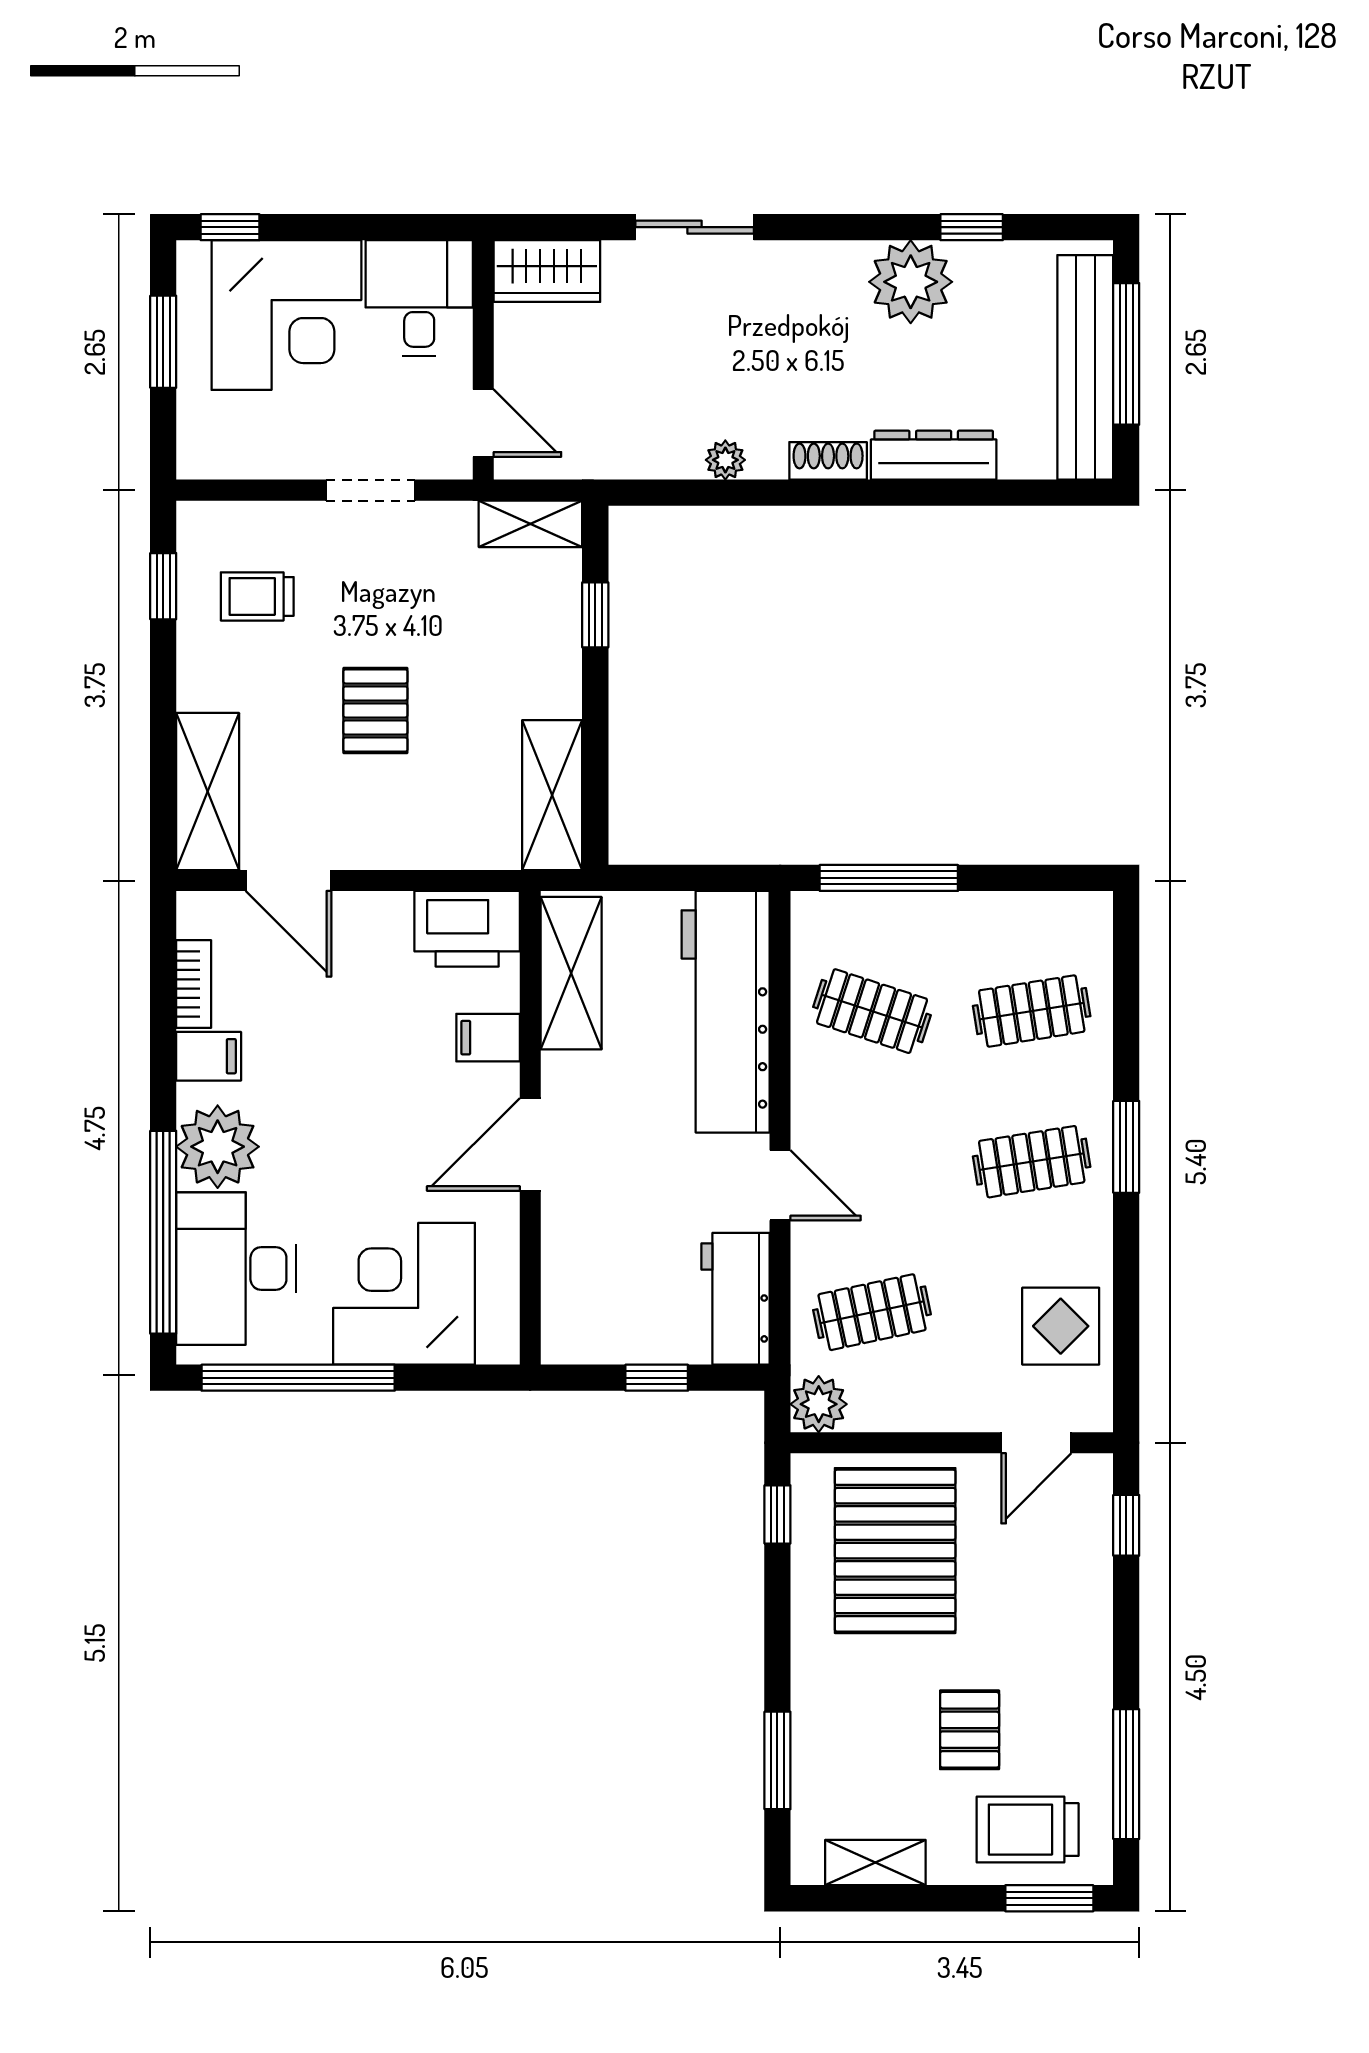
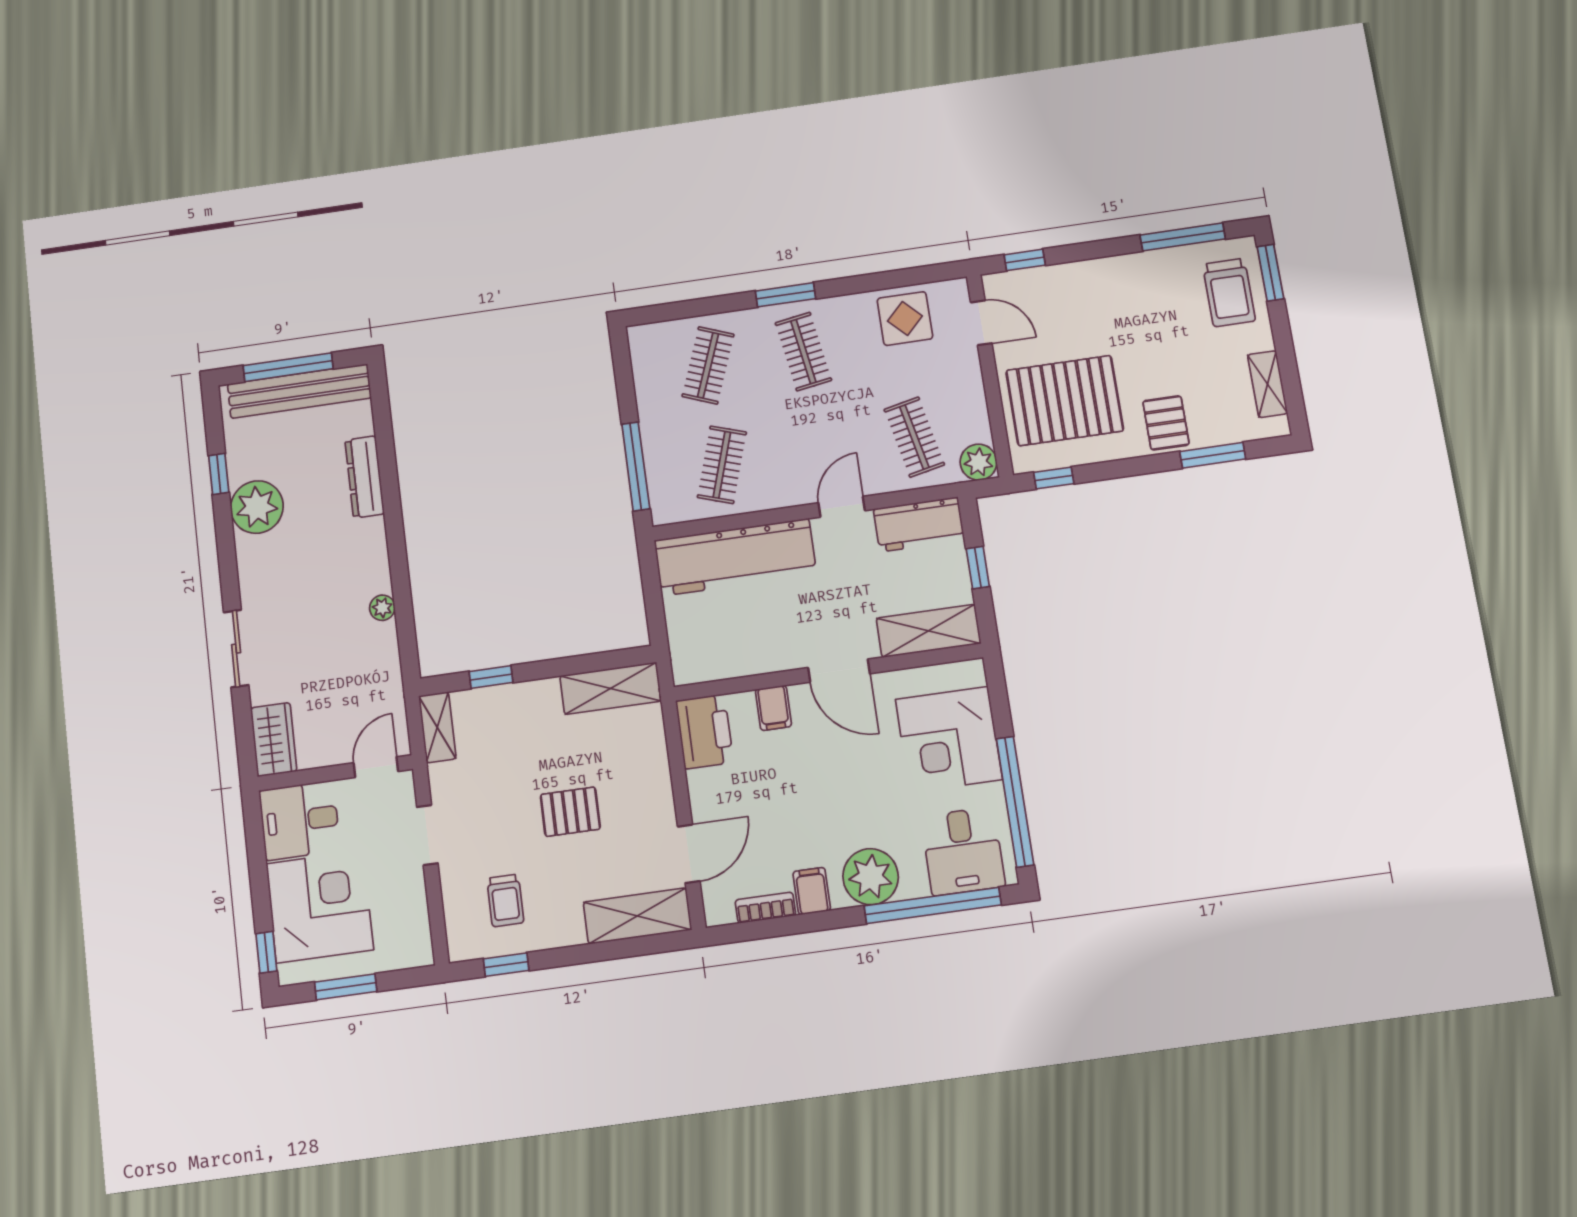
shoe rack: (828, 461) -> (376, 543), removed
shelving: (571, 973) -> (929, 631), moved
clothes rail: (1032, 1011) -> (708, 365), turned 30
desk: (236, 1269) -> (963, 851), width x0.73
pallet: (970, 1730) -> (1166, 423), moved, turned 90

